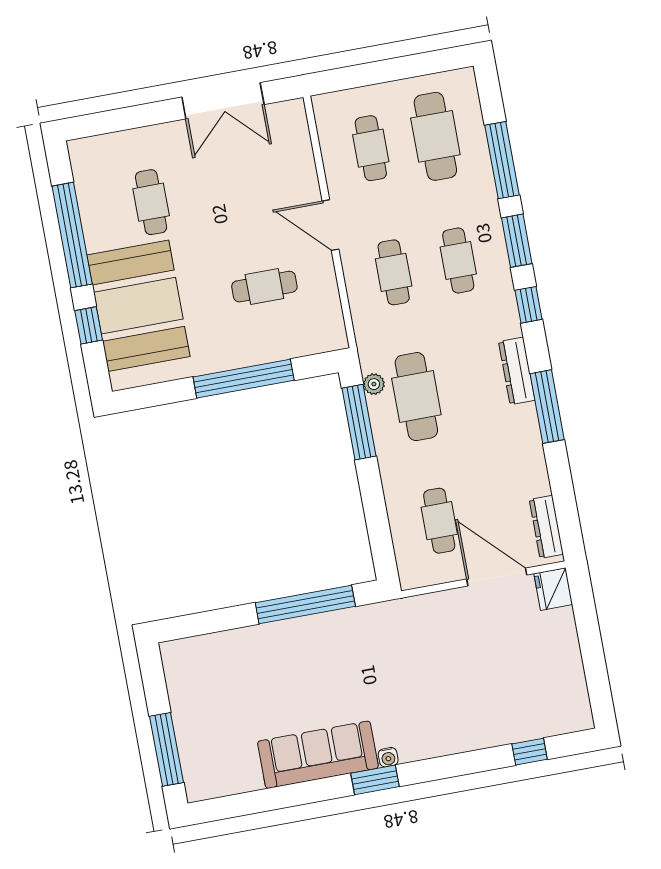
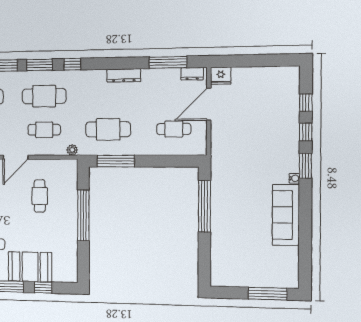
cafe table: (458, 260) -> (44, 96), width x1.37, depth x1.35
booth: (138, 306) -> (30, 267), width x0.73, depth x0.70
dresser: (517, 371) -> (124, 75), moved
plant: (374, 384) -> (72, 150), moved
window: (547, 407) -> (168, 62), moved
dresser: (546, 527) -> (192, 74), width x0.70
window: (476, 761) -> (306, 132), added
window: (375, 780) -> (306, 166), moved

